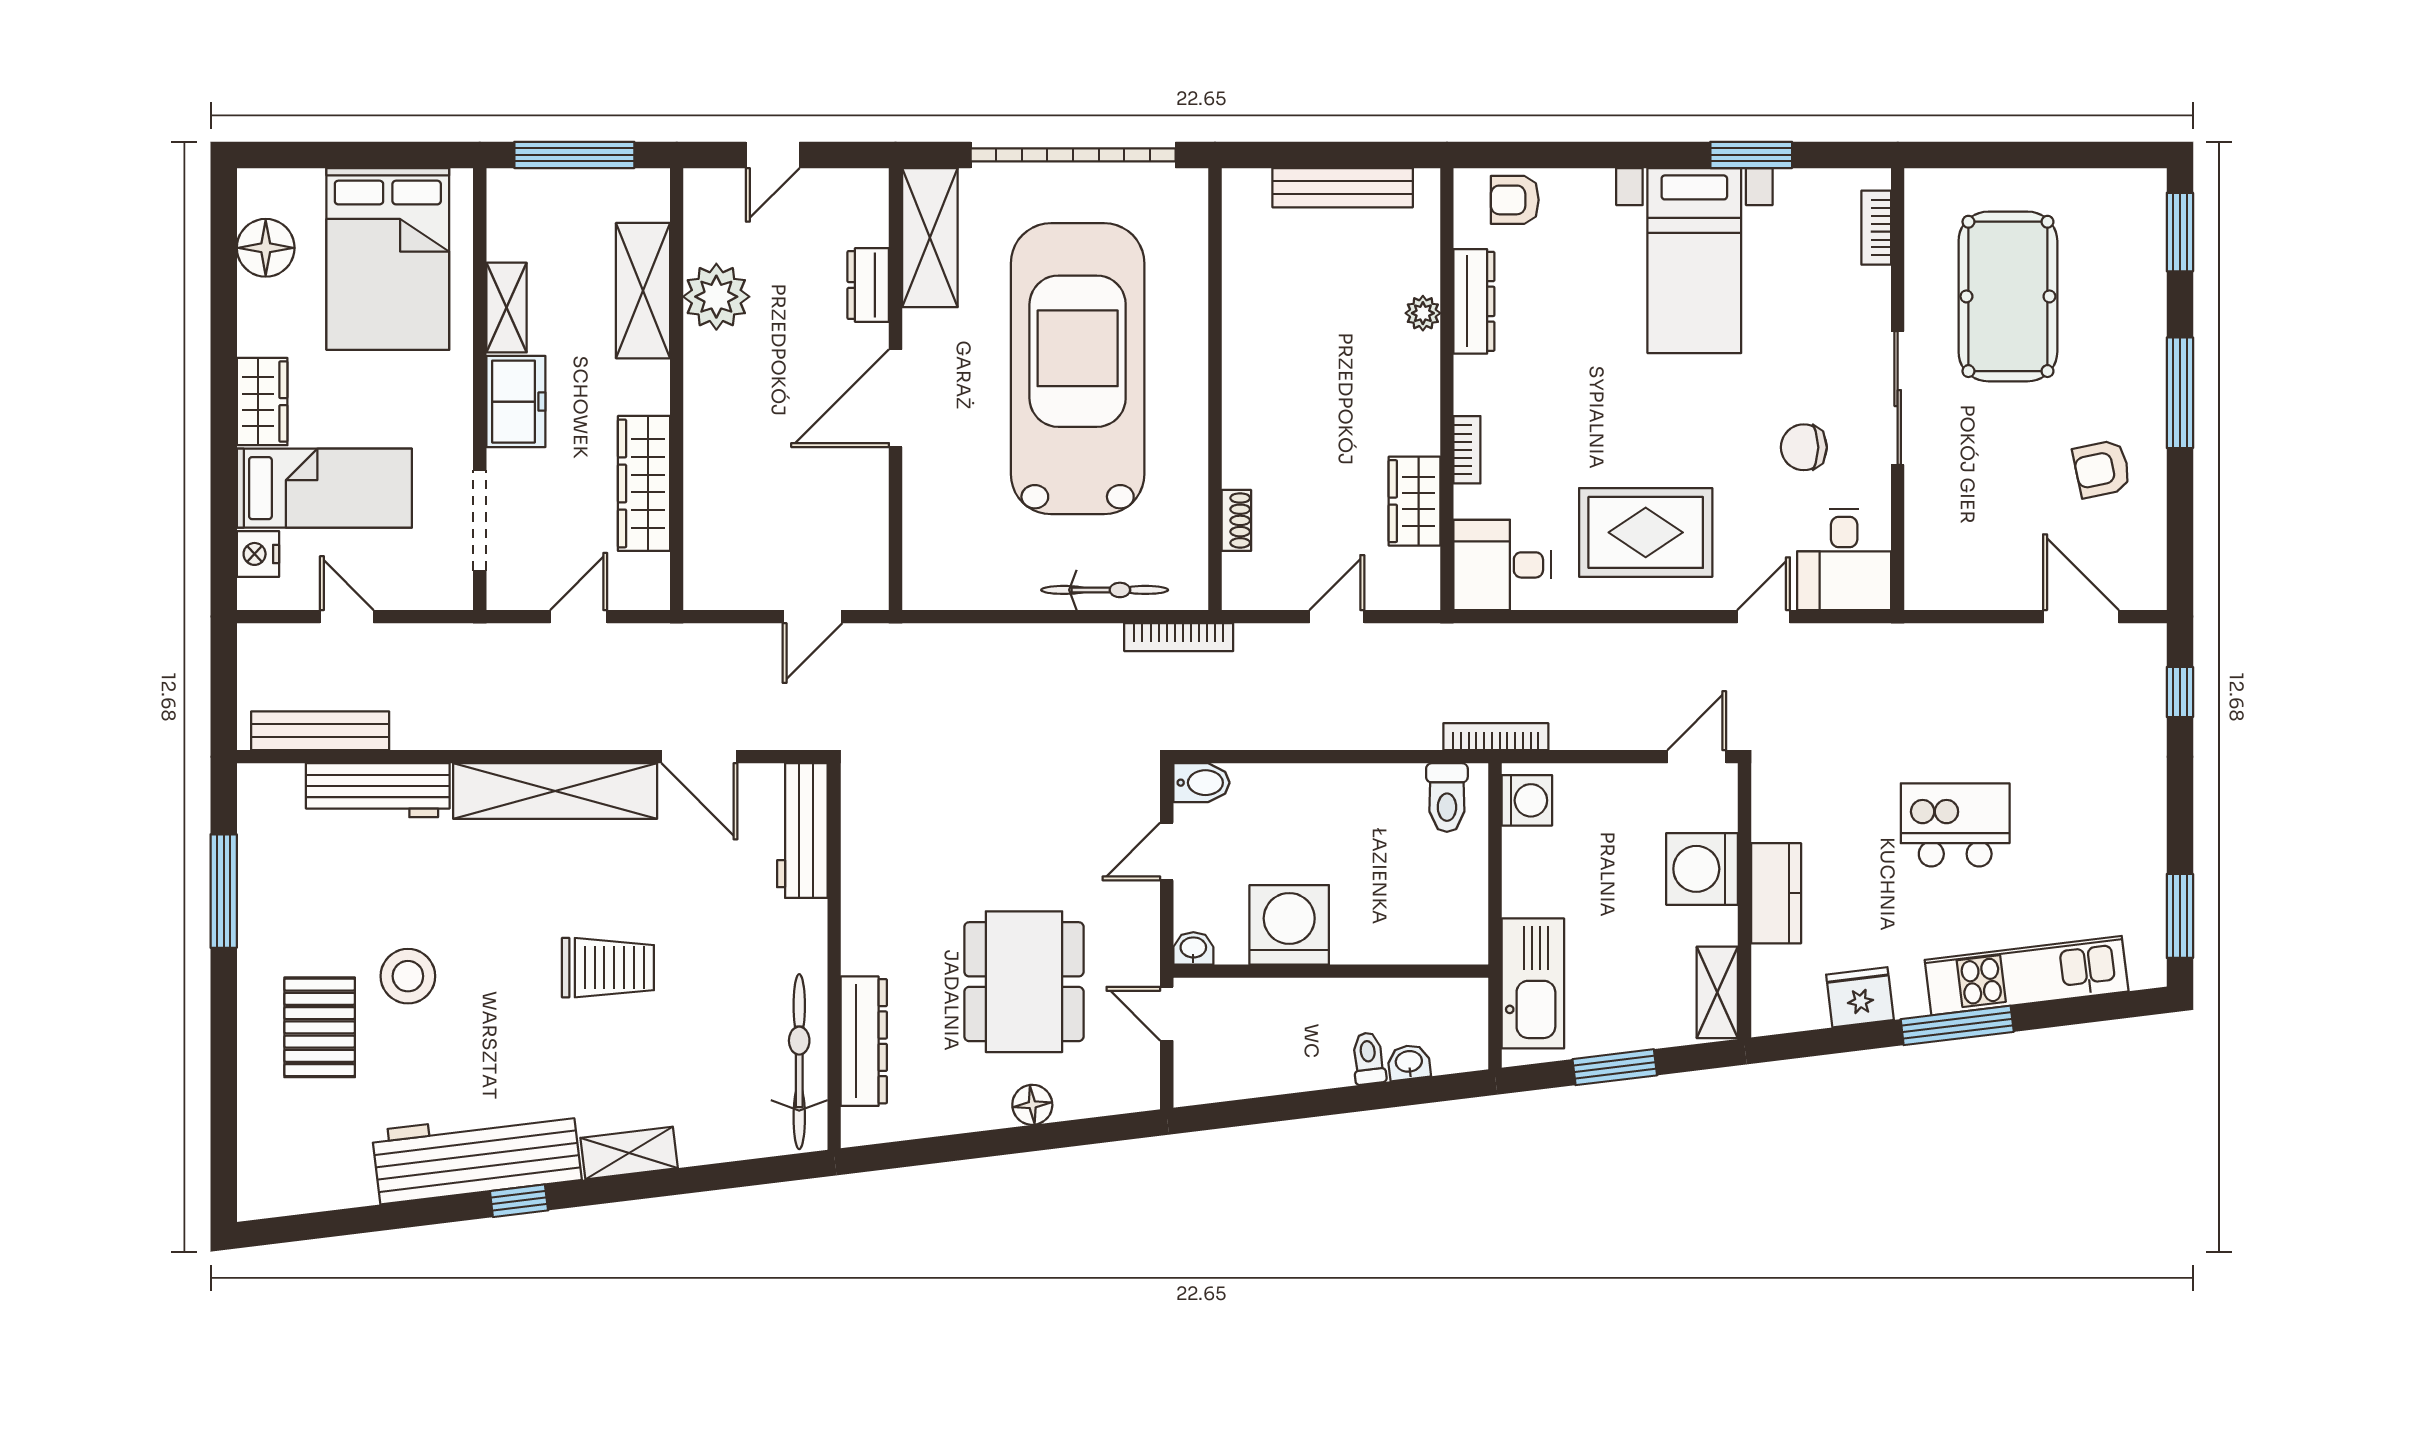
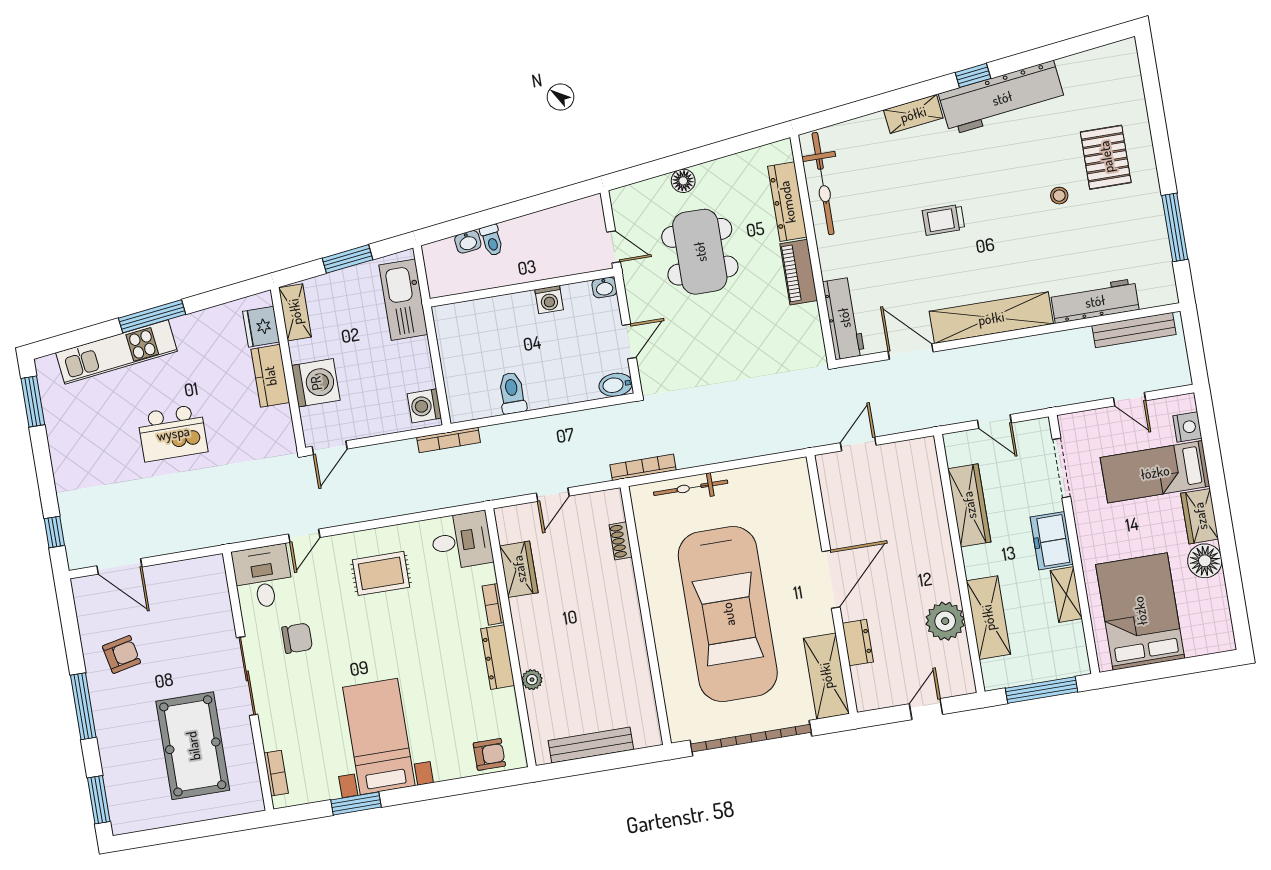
floor lamp: (266, 248) -> (1205, 561), moved
dresser: (1474, 301) -> (498, 657), moved
rug: (1646, 532) -> (381, 573), width x0.73, depth x0.70
door: (579, 617) -> (994, 421), hinge flipped
toilet: (1447, 798) -> (512, 393), moved
piano: (864, 920) -> (799, 272), added
washing machine: (1289, 925) -> (549, 300), width x0.53, depth x0.53
trolley: (608, 968) -> (944, 220), width x0.73, depth x0.72
stool: (408, 976) -> (1059, 196), width x0.53, depth x0.53
fridge: (1860, 997) -> (261, 327), moved, turned 97

